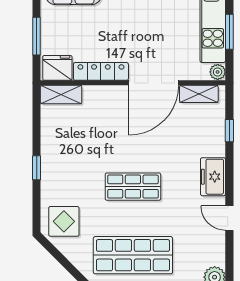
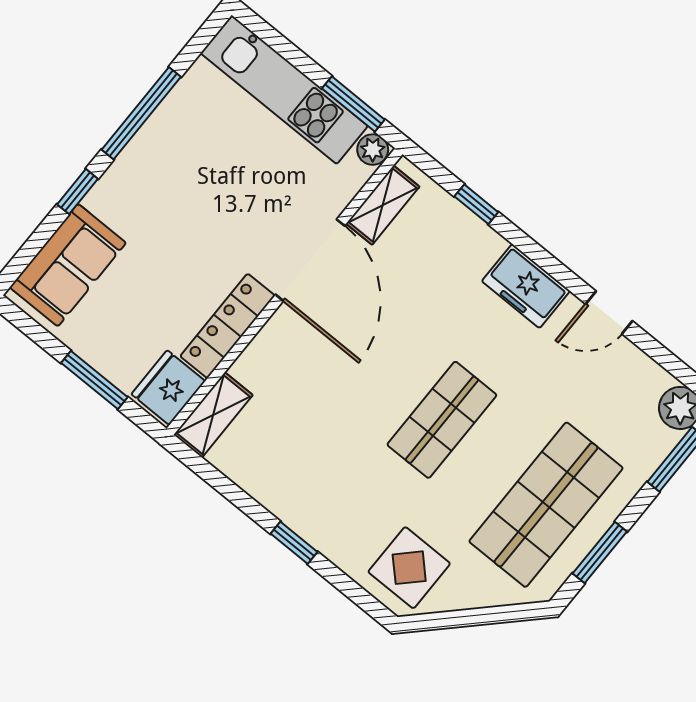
window: (229, 32) -> (353, 104), moved

